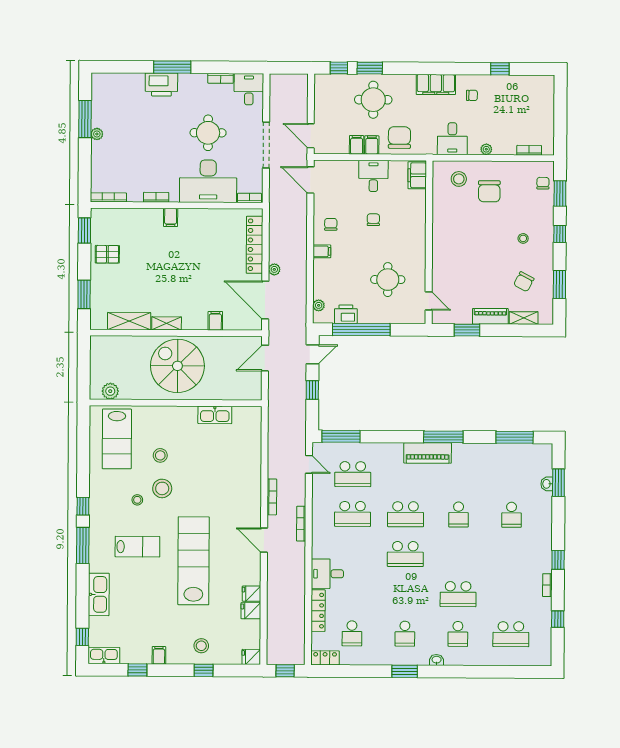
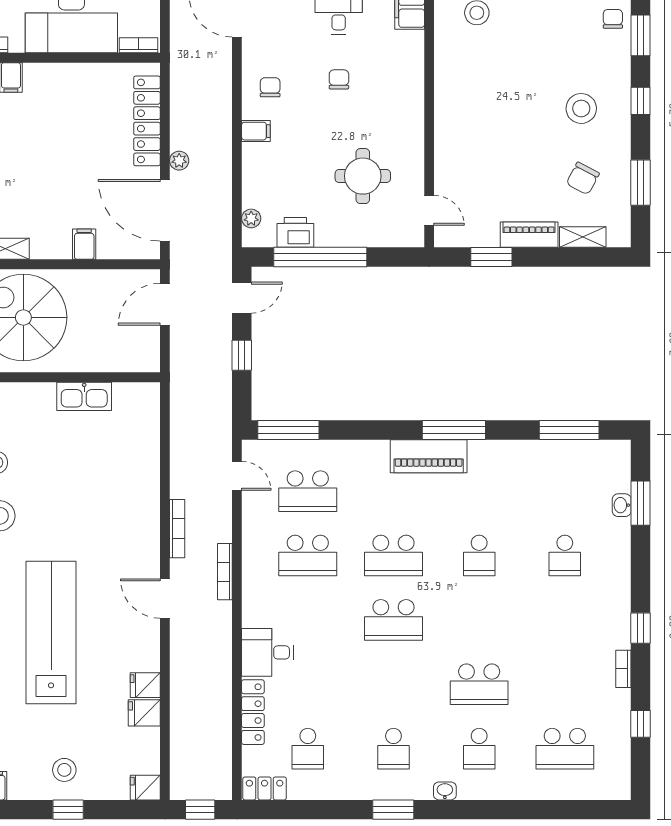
chair: (489, 191) -> (526, 32), removed
stool: (523, 238) -> (581, 108), width x1.89, depth x1.89

